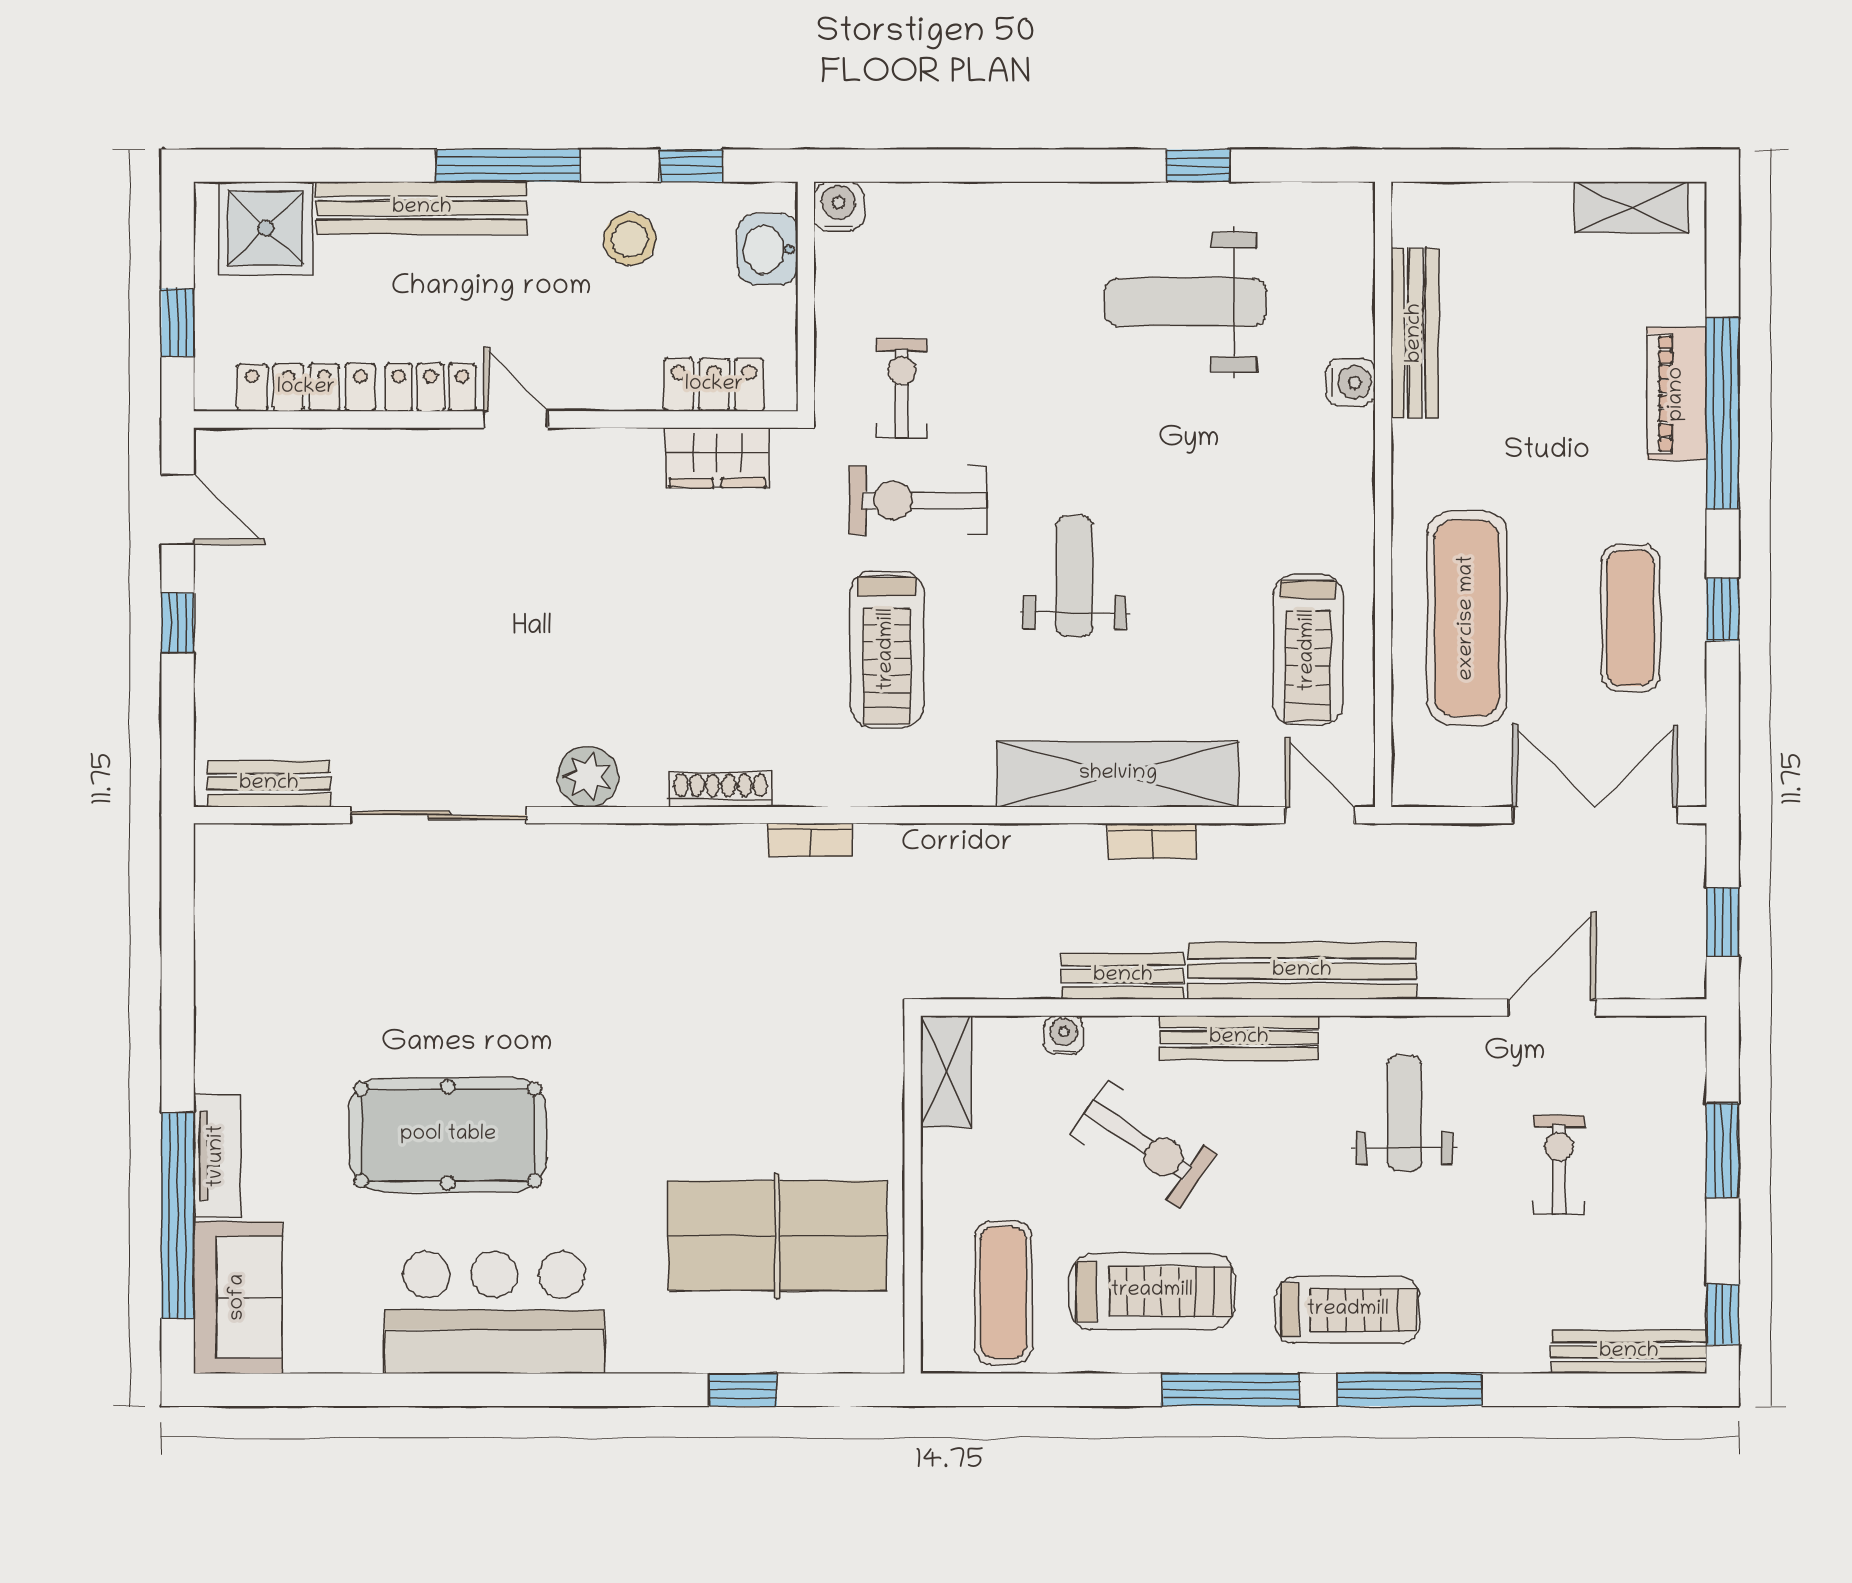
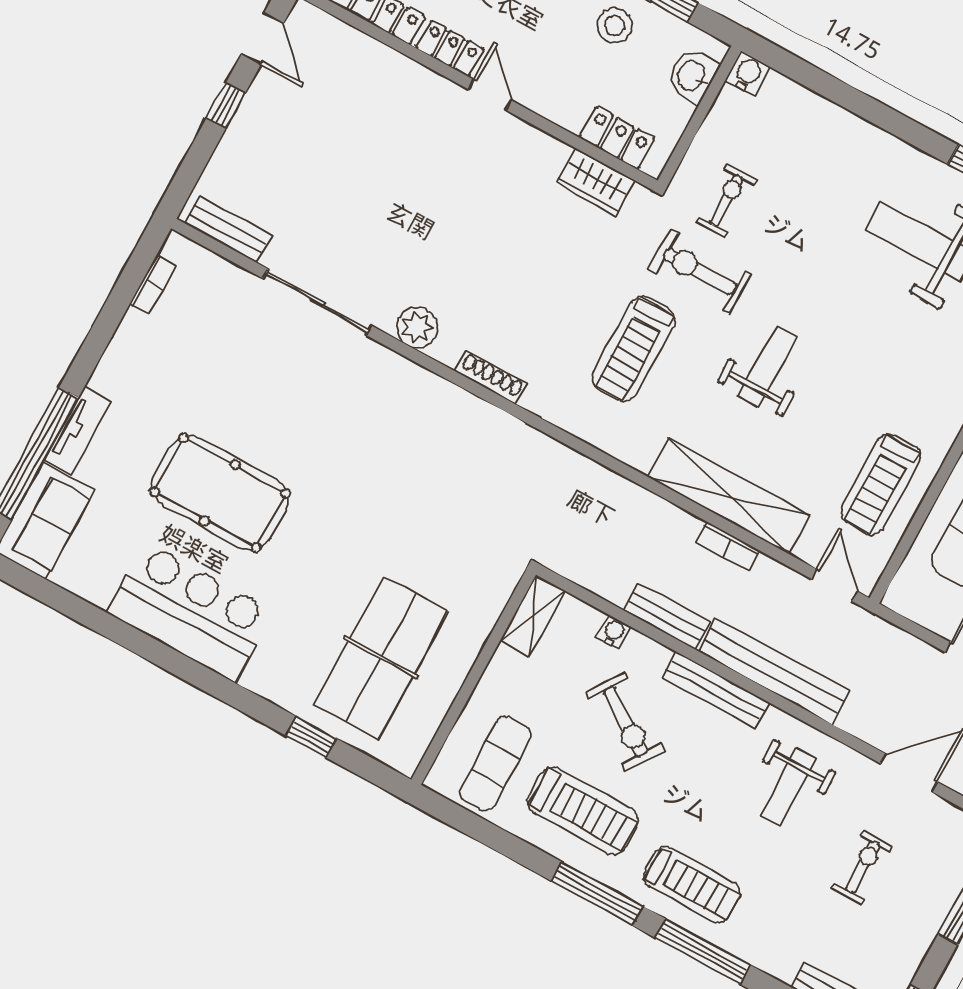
bookcase: (810, 840) -> (153, 284), moved, turned -90
weight bench: (1404, 1113) -> (788, 787), turned 180
table tennis table: (777, 1236) -> (381, 658), turned 90

